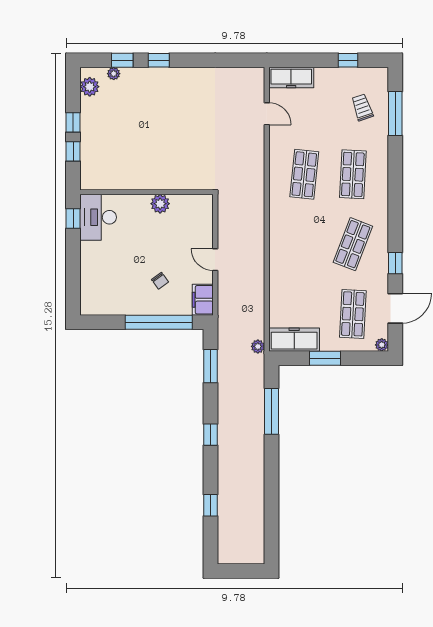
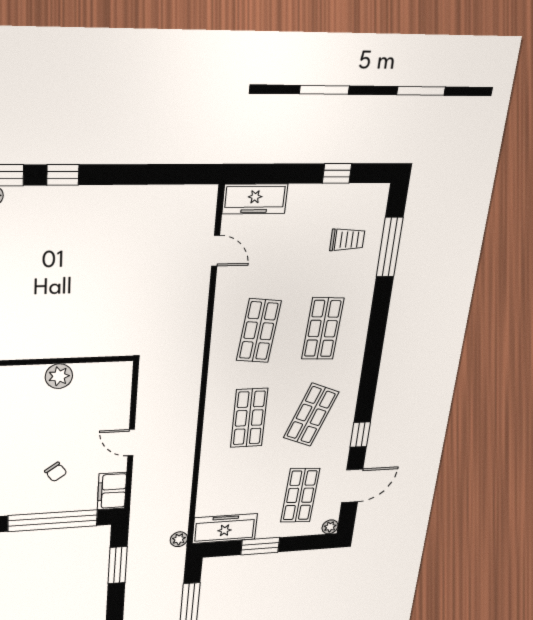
trolley: (362, 107) -> (347, 240), turned 109
shop shelf: (304, 244) -> (249, 418), added

